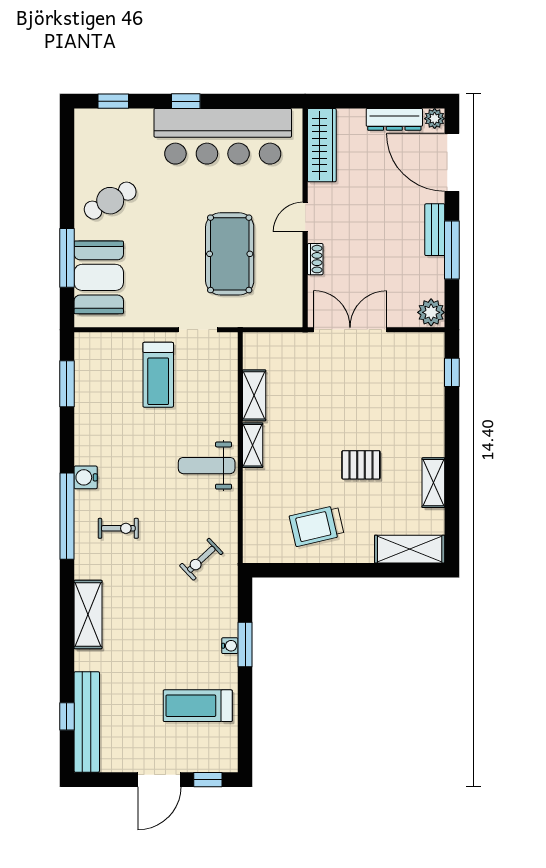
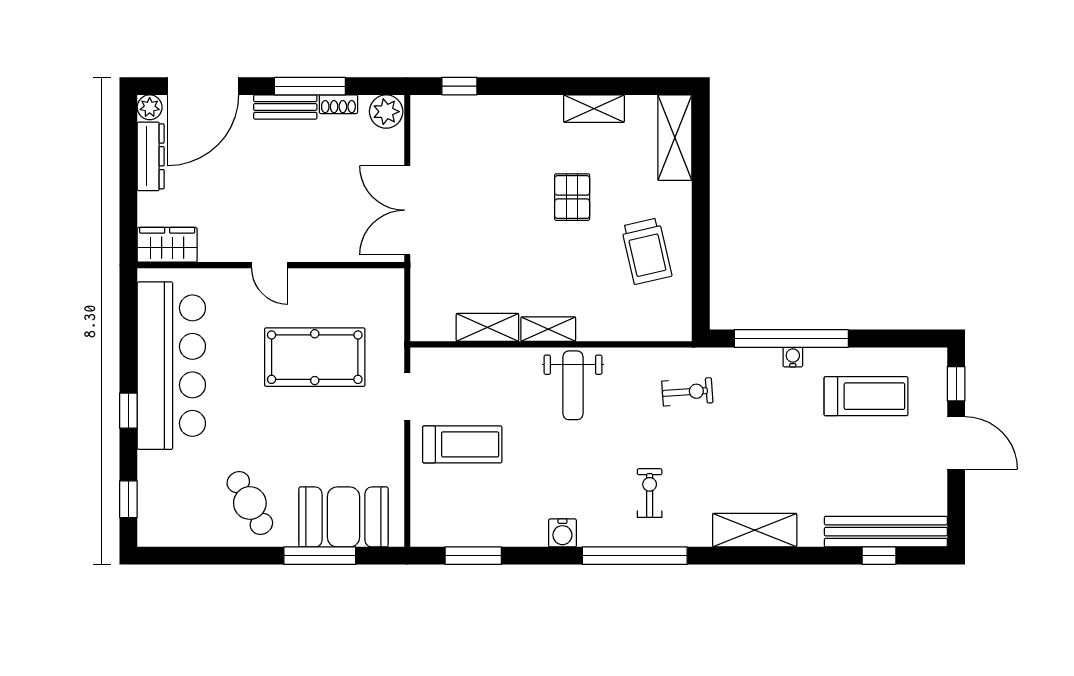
wardrobe: (322, 145) -> (167, 245), width x0.67
shoe rack: (315, 259) -> (338, 104), moved, turned 180
water cooler: (86, 477) -> (562, 533), moved
exercise bike: (201, 559) -> (687, 392), turned -51
window: (245, 644) -> (791, 338), width x2.11
treadmill: (198, 706) -> (866, 396), turned -90

